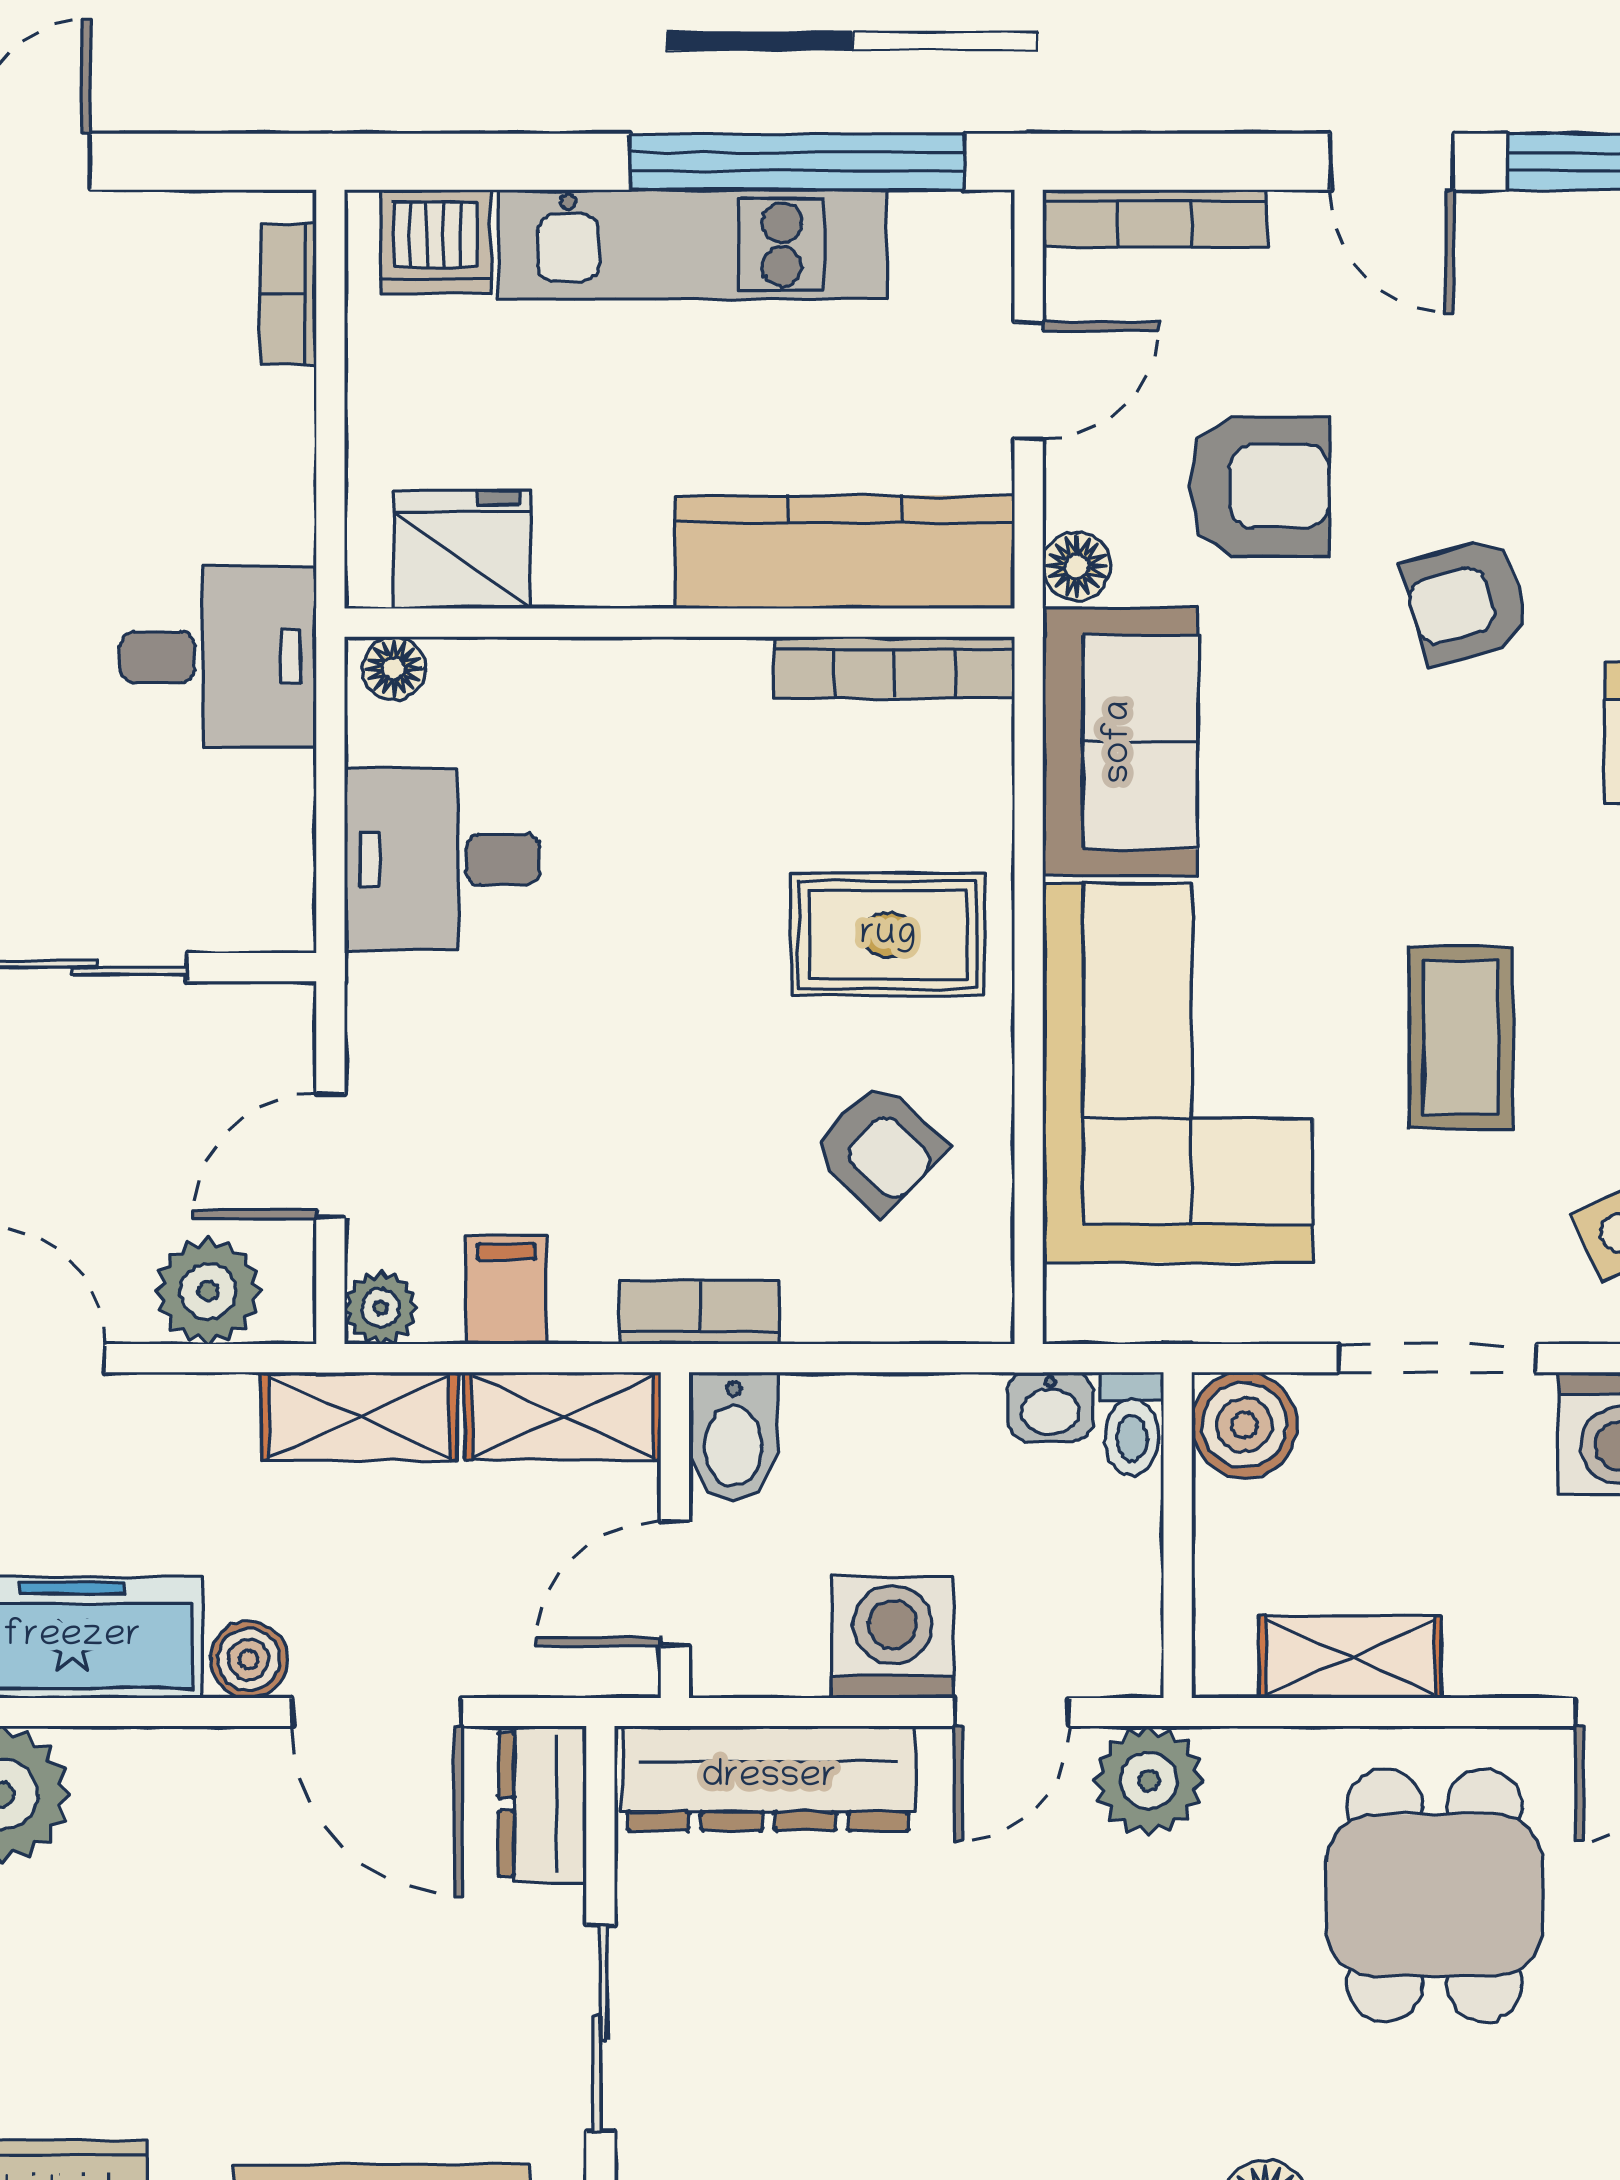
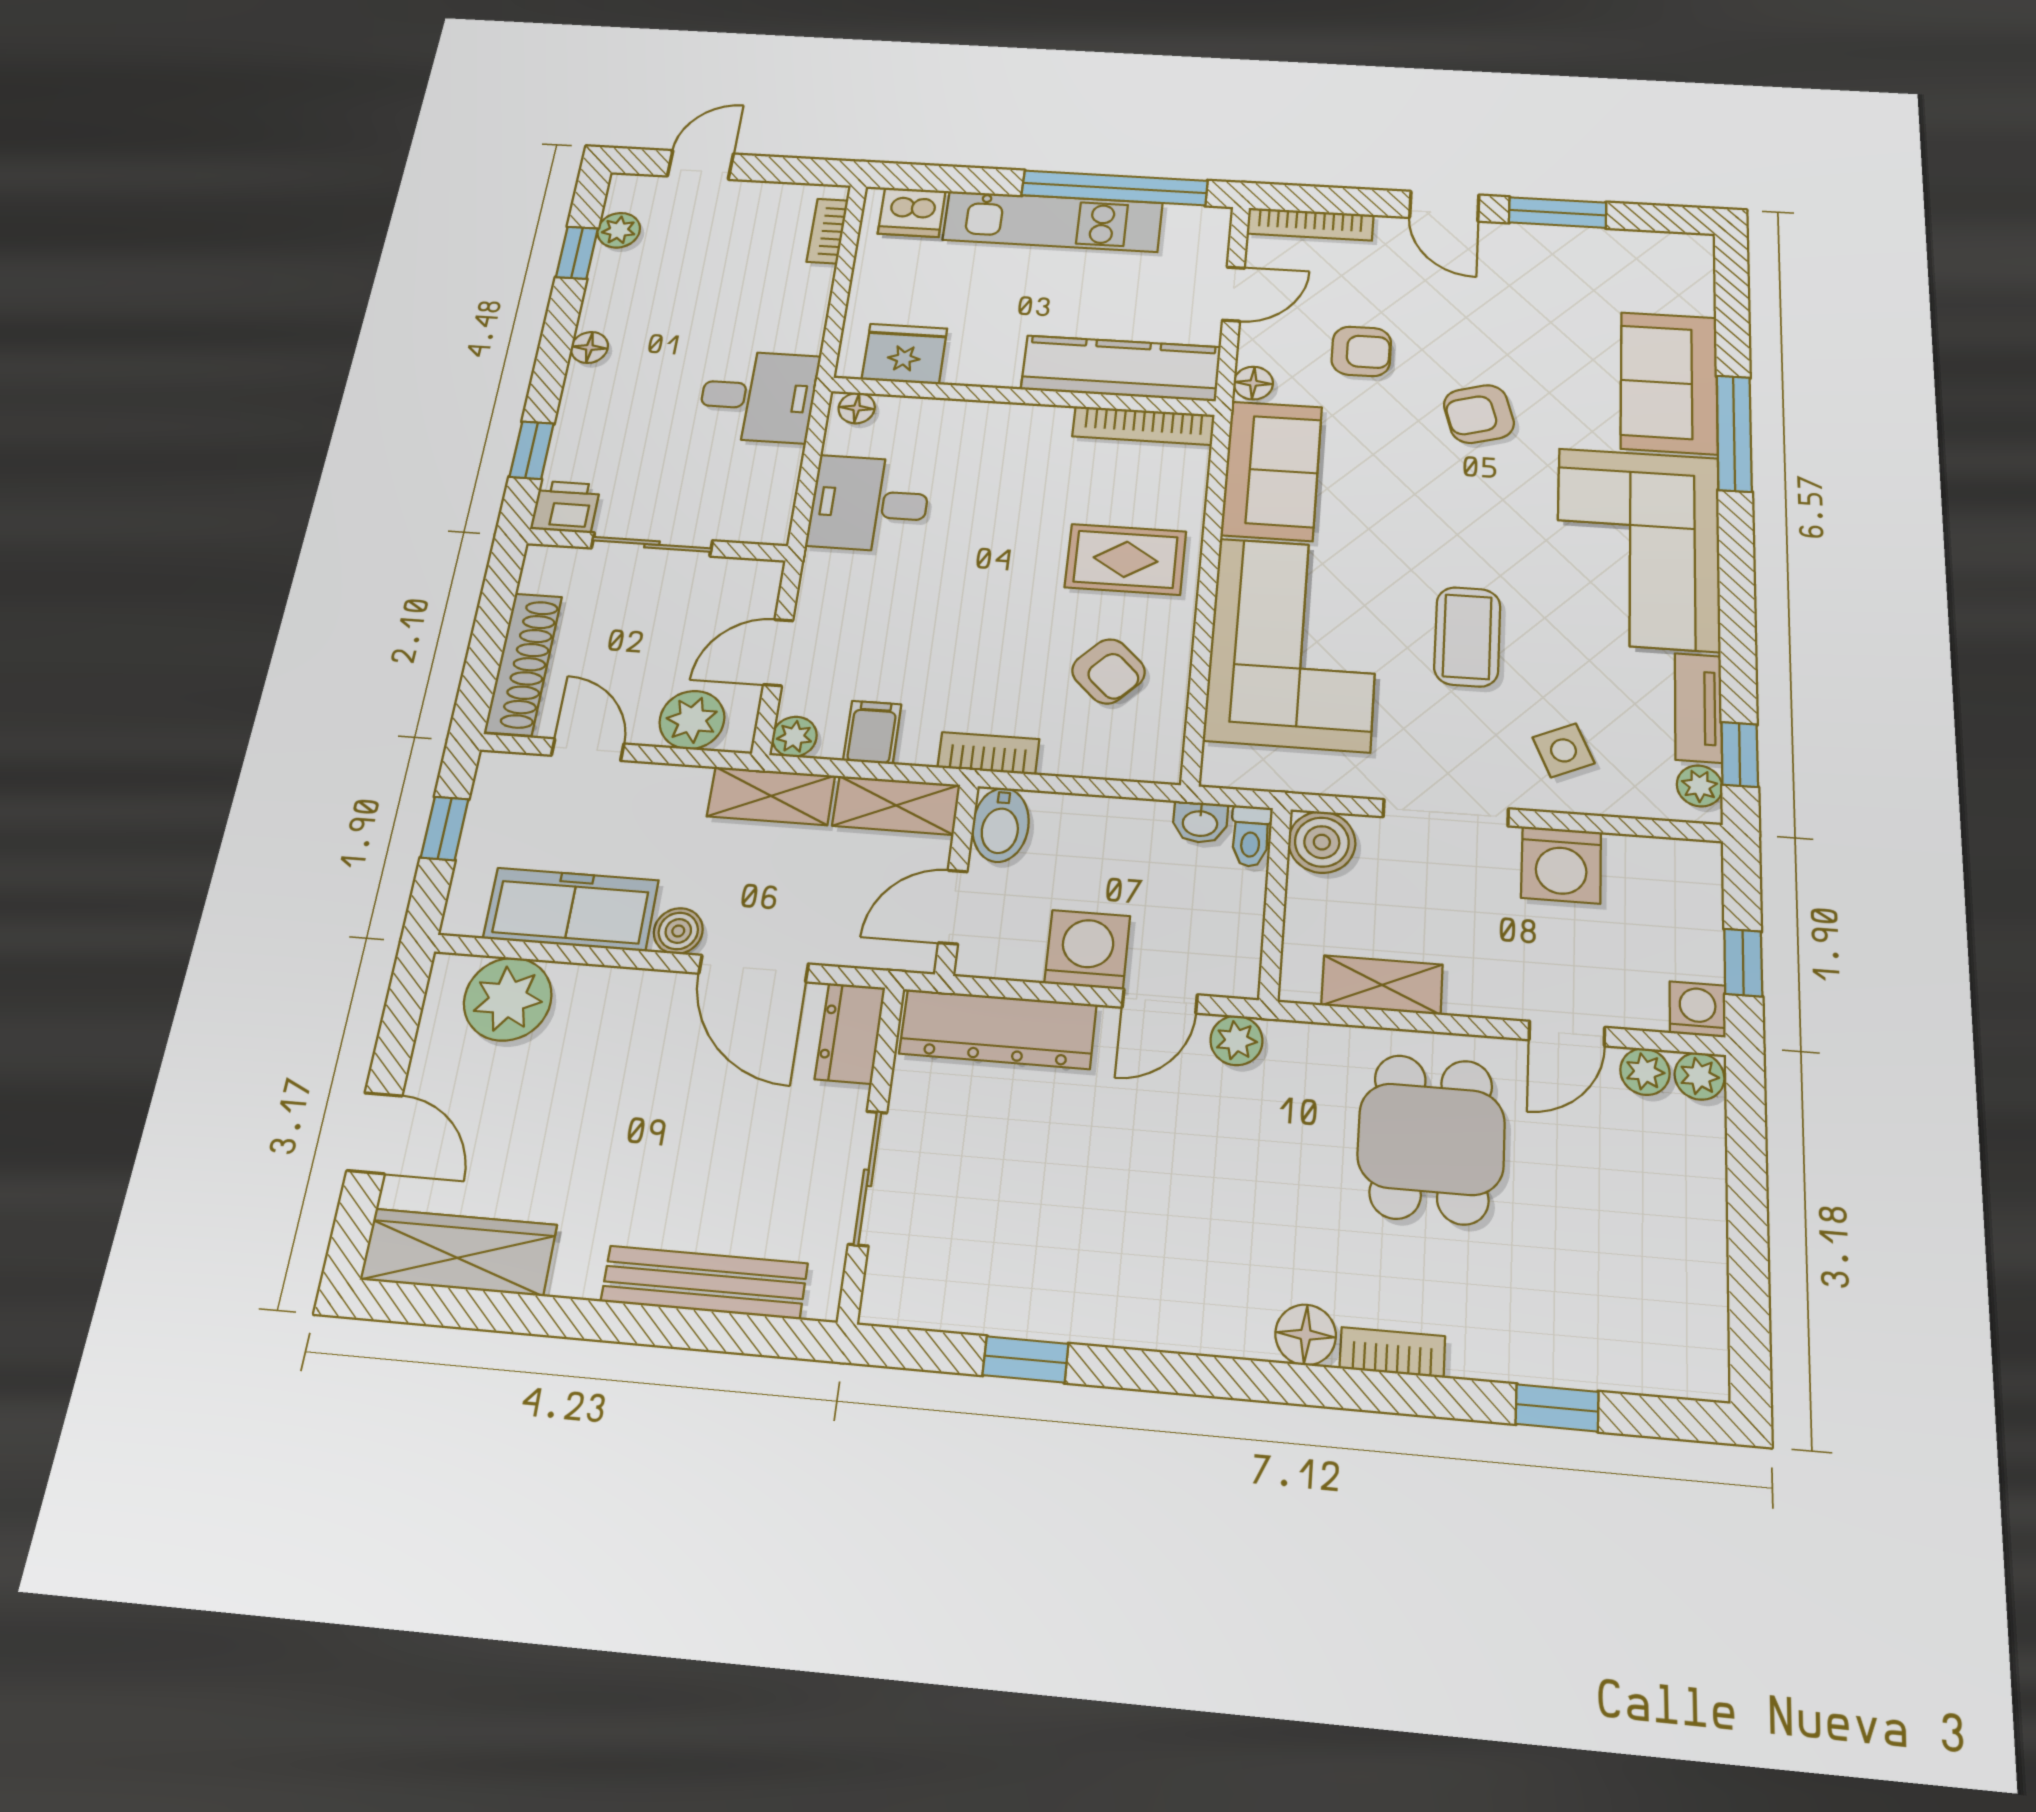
armchair: (1260, 486) -> (1361, 351), width x0.72, depth x0.72
plant: (1149, 1780) -> (1236, 1040), width x0.73, depth x0.73

